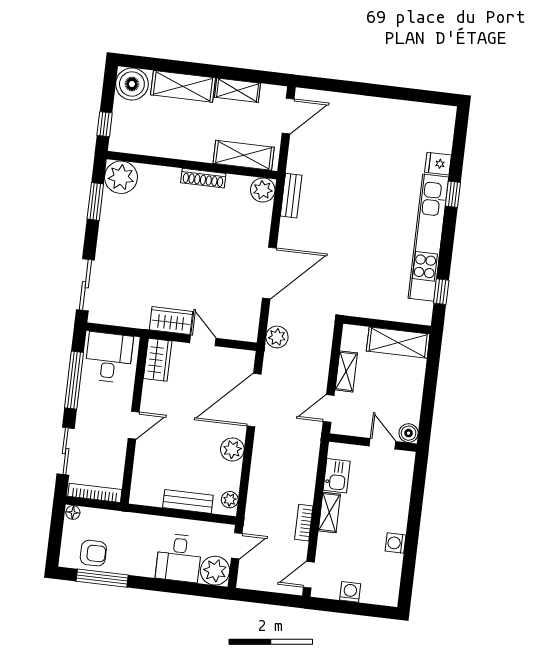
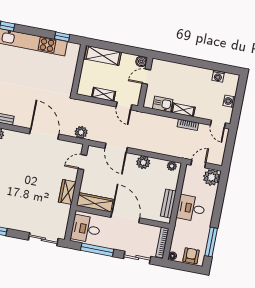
door: (203, 340) -> (82, 162), moved
shelving: (398, 343) -> (103, 56), moved, turned 90
wardrobe: (158, 360) -> (95, 202), width x1.50
door: (254, 400) -> (116, 148), width x0.73
door: (134, 425) -> (125, 218), width x1.88
bench: (188, 501) -> (168, 204), moved
washing machine: (396, 543) -> (218, 76), moved
door: (237, 546) -> (198, 164), hinge flipped
armchair: (93, 553) -> (191, 256), moved
desk: (179, 558) -> (191, 208), moved, turned 180

